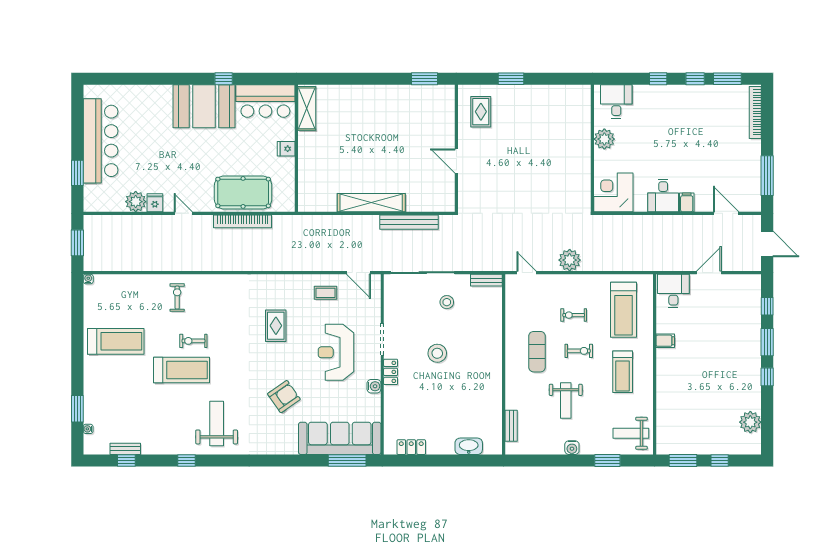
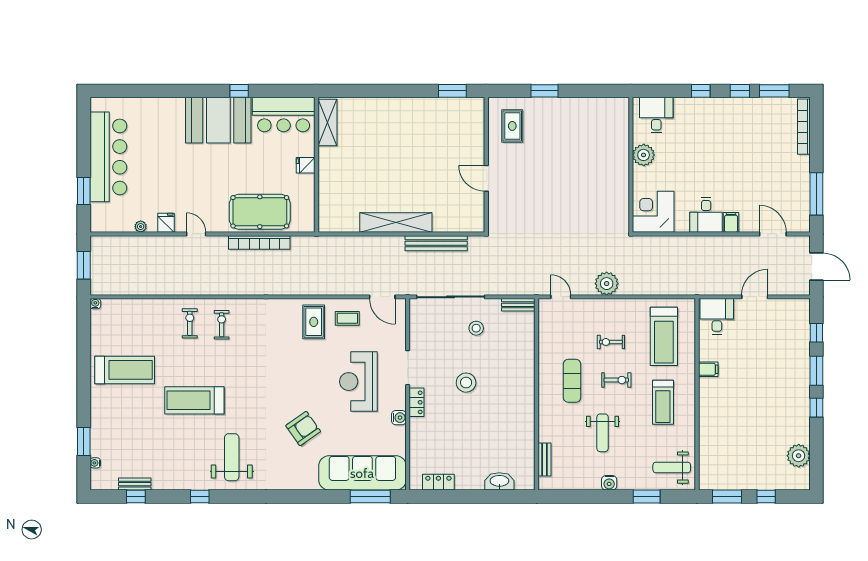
plant: (136, 202) -> (141, 227), width x0.53, depth x0.53
rug: (276, 326) -> (314, 322), moved
exercise bike: (193, 341) -> (222, 325), moved, turned 90
treadmill: (181, 370) -> (194, 400), turned 180

